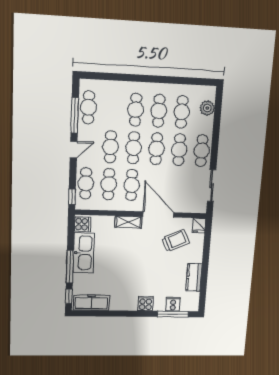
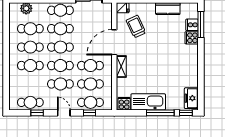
window: (75, 115) -> (37, 113), width x0.46
window: (72, 197) -> (90, 113), moved
freezer: (91, 303) -> (191, 98), width x0.71
cooker: (146, 303) -> (192, 38), moved

